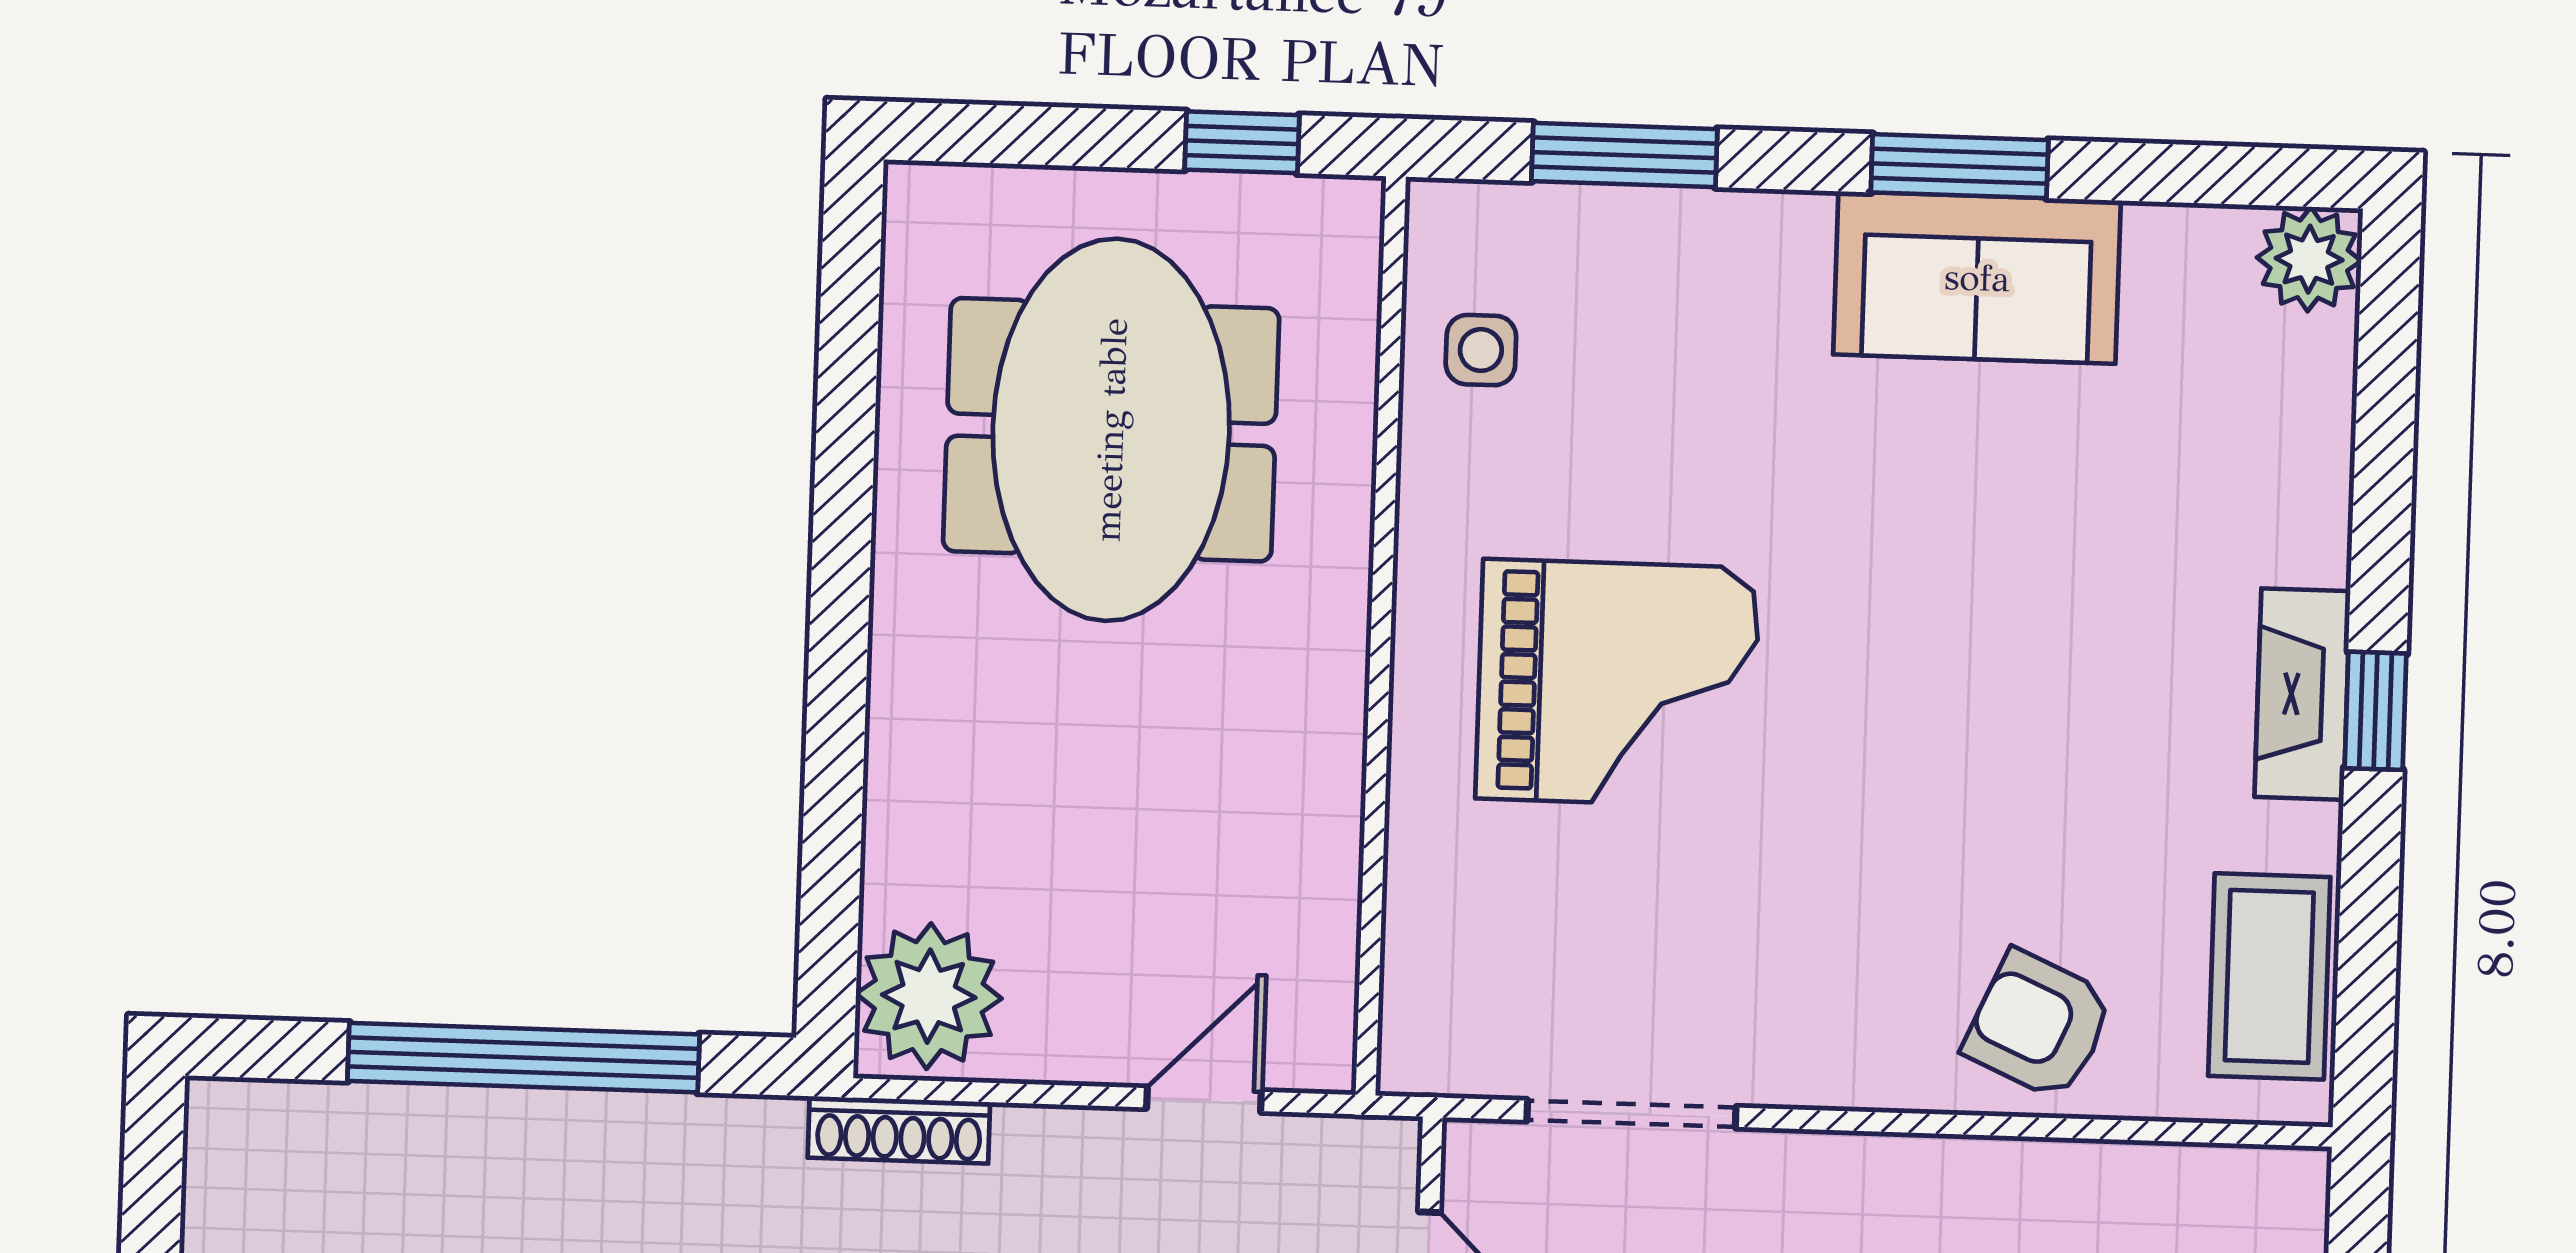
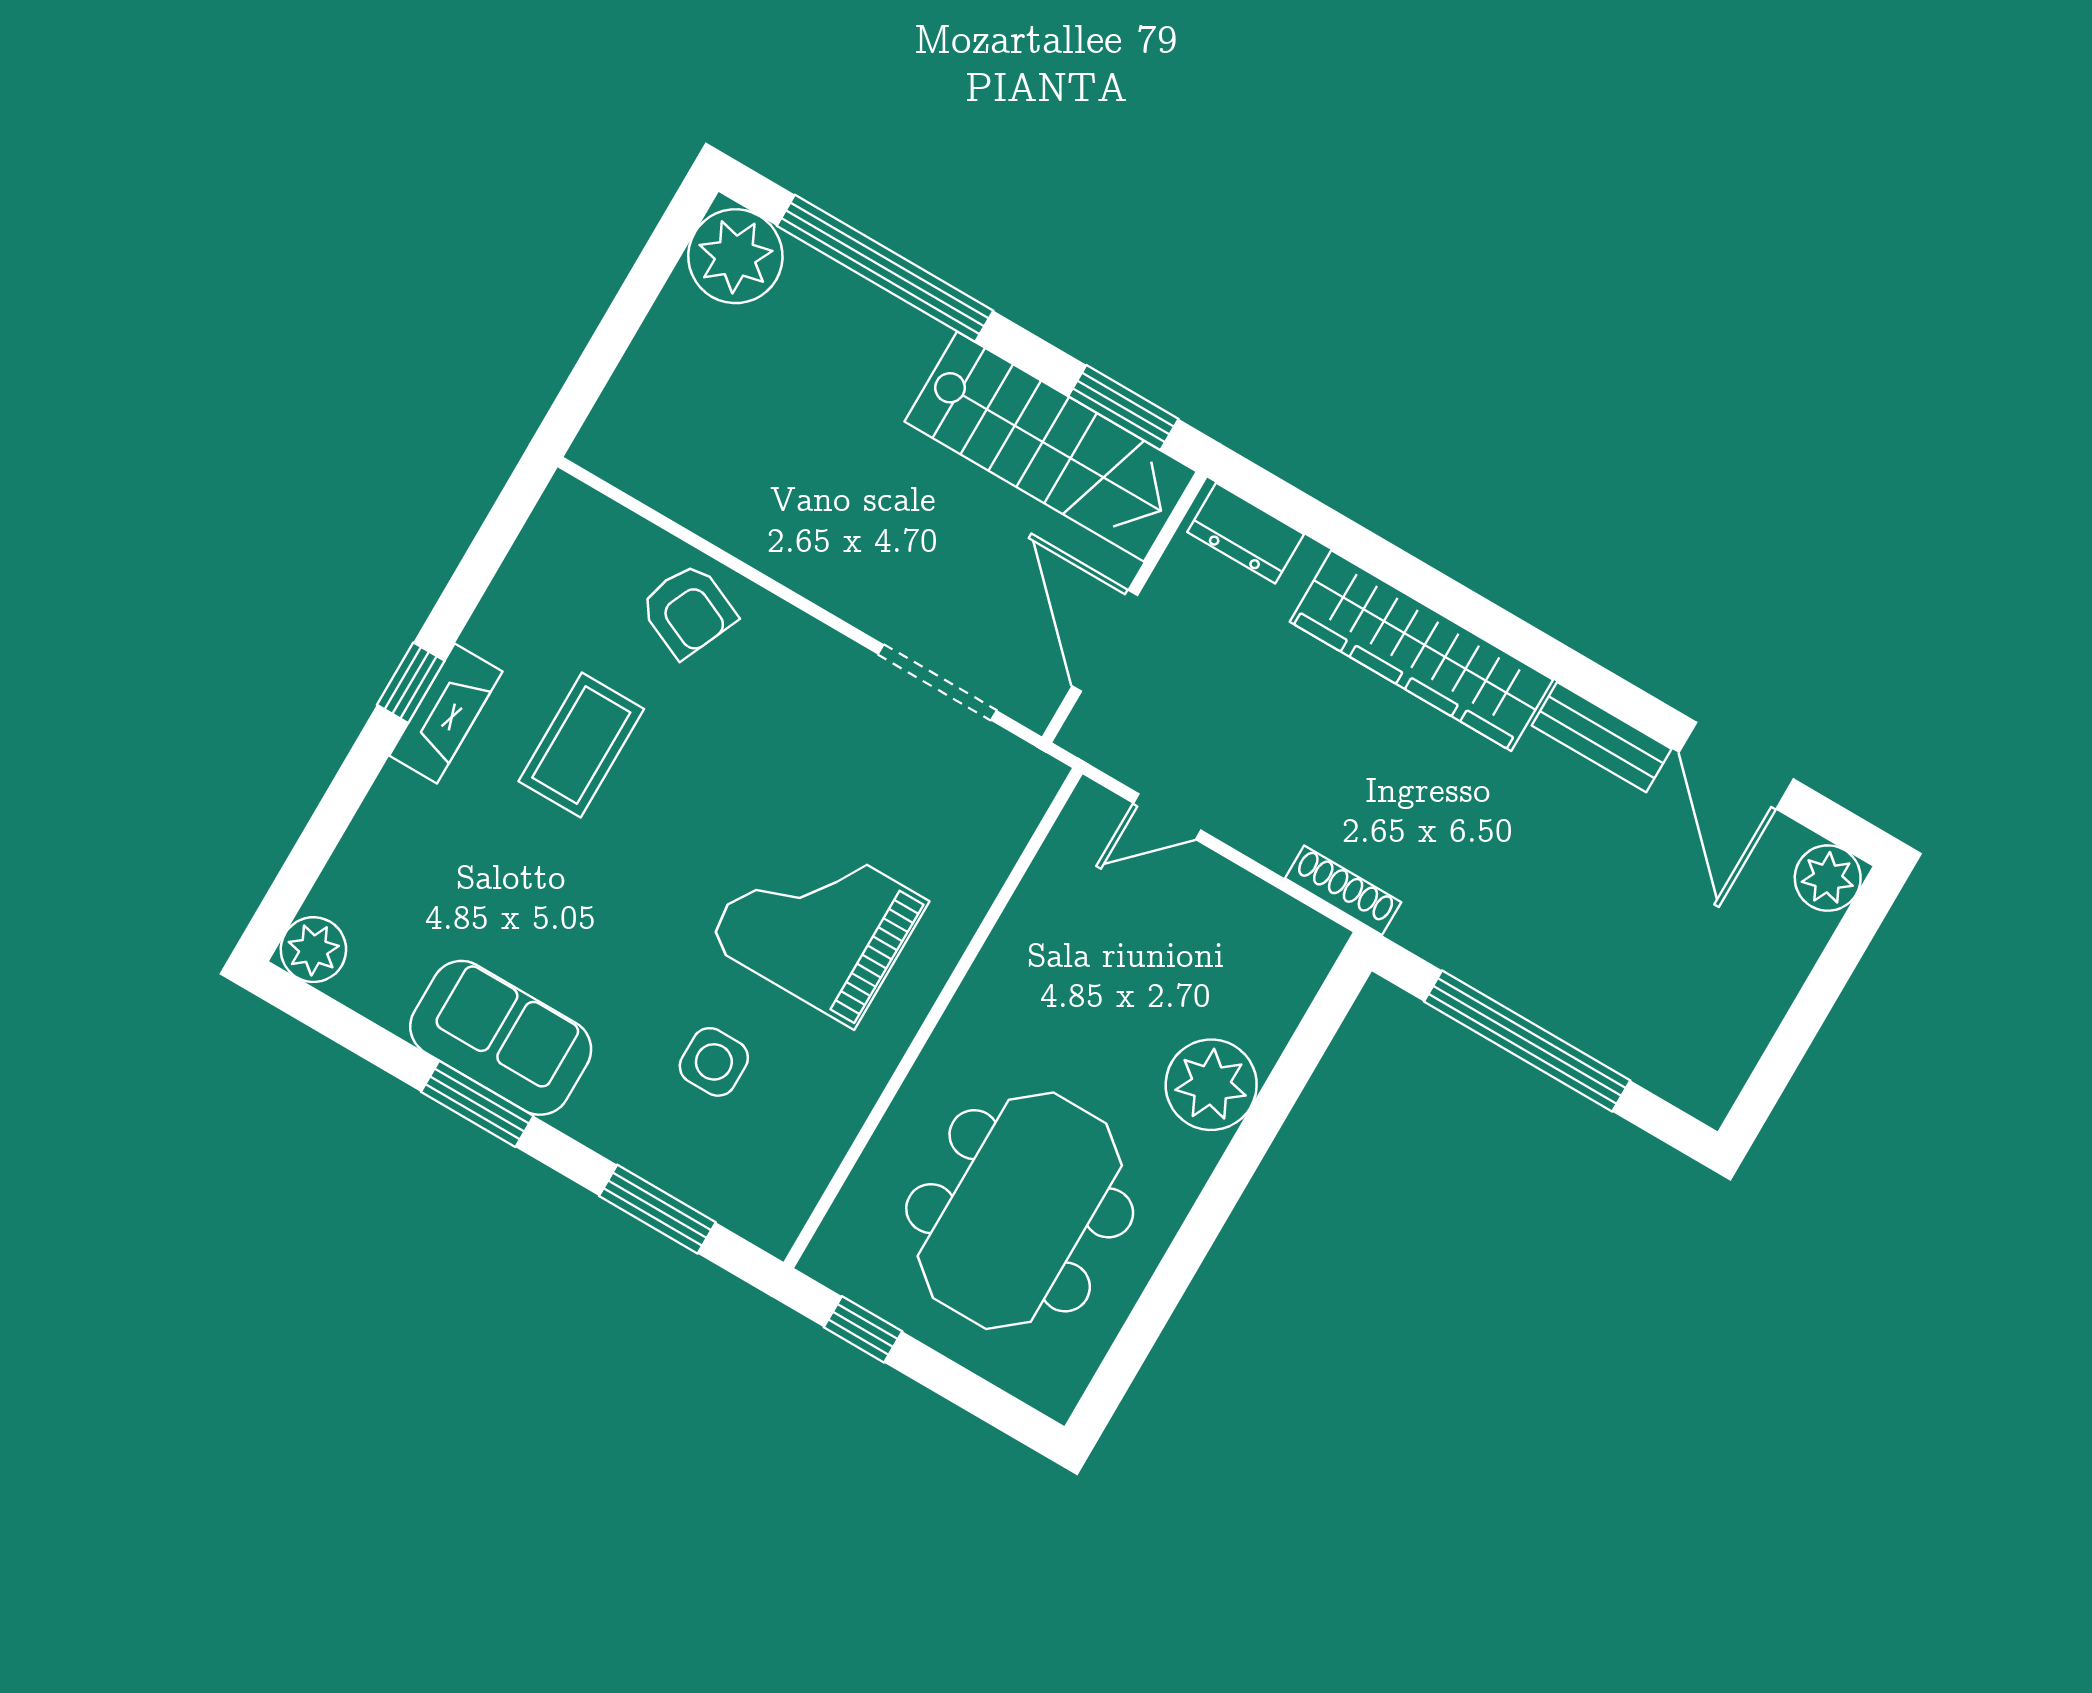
side table: (1481, 350) -> (714, 1062), moved, width x1.37, depth x1.37
coffee table: (2269, 976) -> (581, 745), moved
plant: (929, 996) -> (1211, 1085), moved

